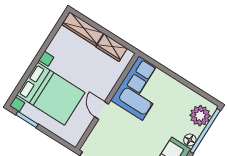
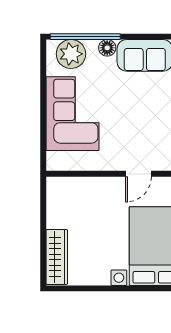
wardrobe: (112, 48) -> (57, 209), removed
corner sofa: (141, 88) -> (72, 114), moved, turned 90

